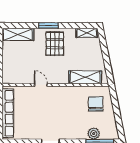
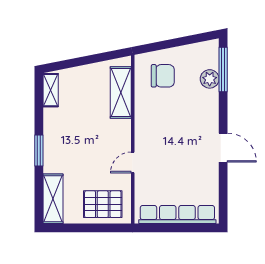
pallet: (55, 44) -> (103, 204), moved
chair: (96, 104) -> (163, 76), turned 180

